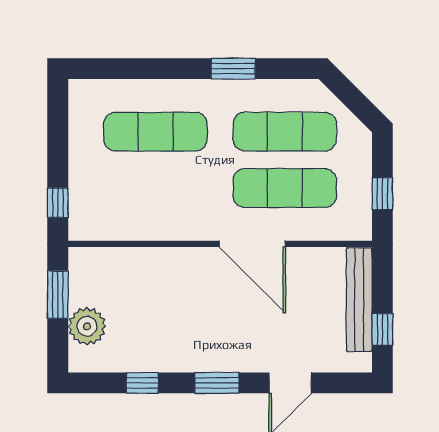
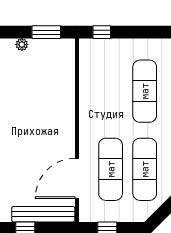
door: (252, 244) -> (77, 178), moved
plant: (87, 326) -> (22, 45), width x0.53, depth x0.53

